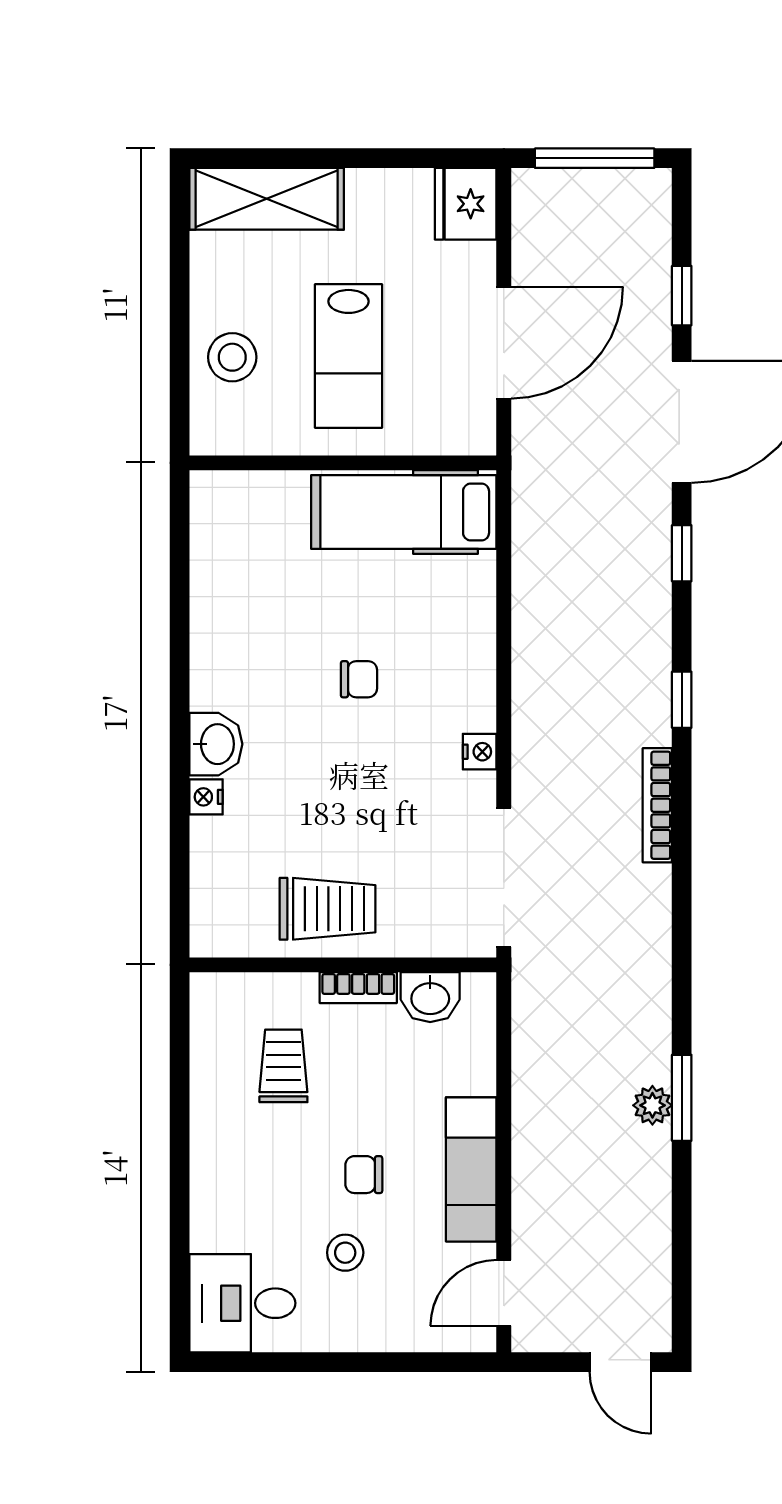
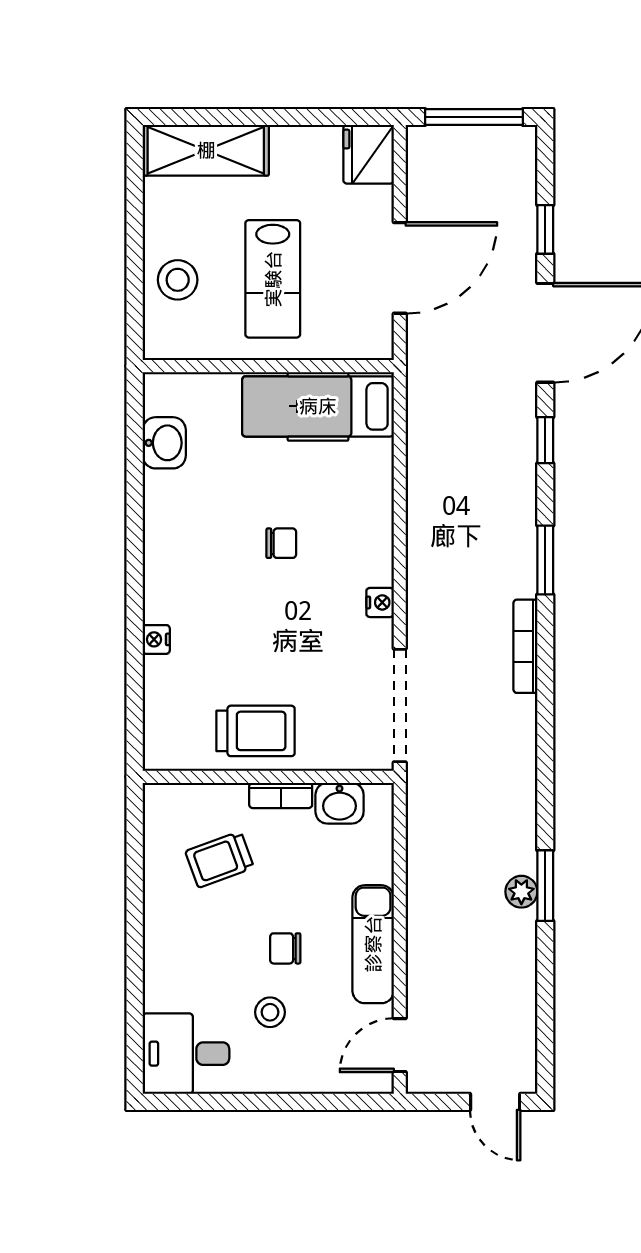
window: (682, 700) -> (545, 560), width x1.50
washbasin: (216, 744) -> (164, 443), moved
trolley: (283, 1066) -> (220, 860), turned -110

